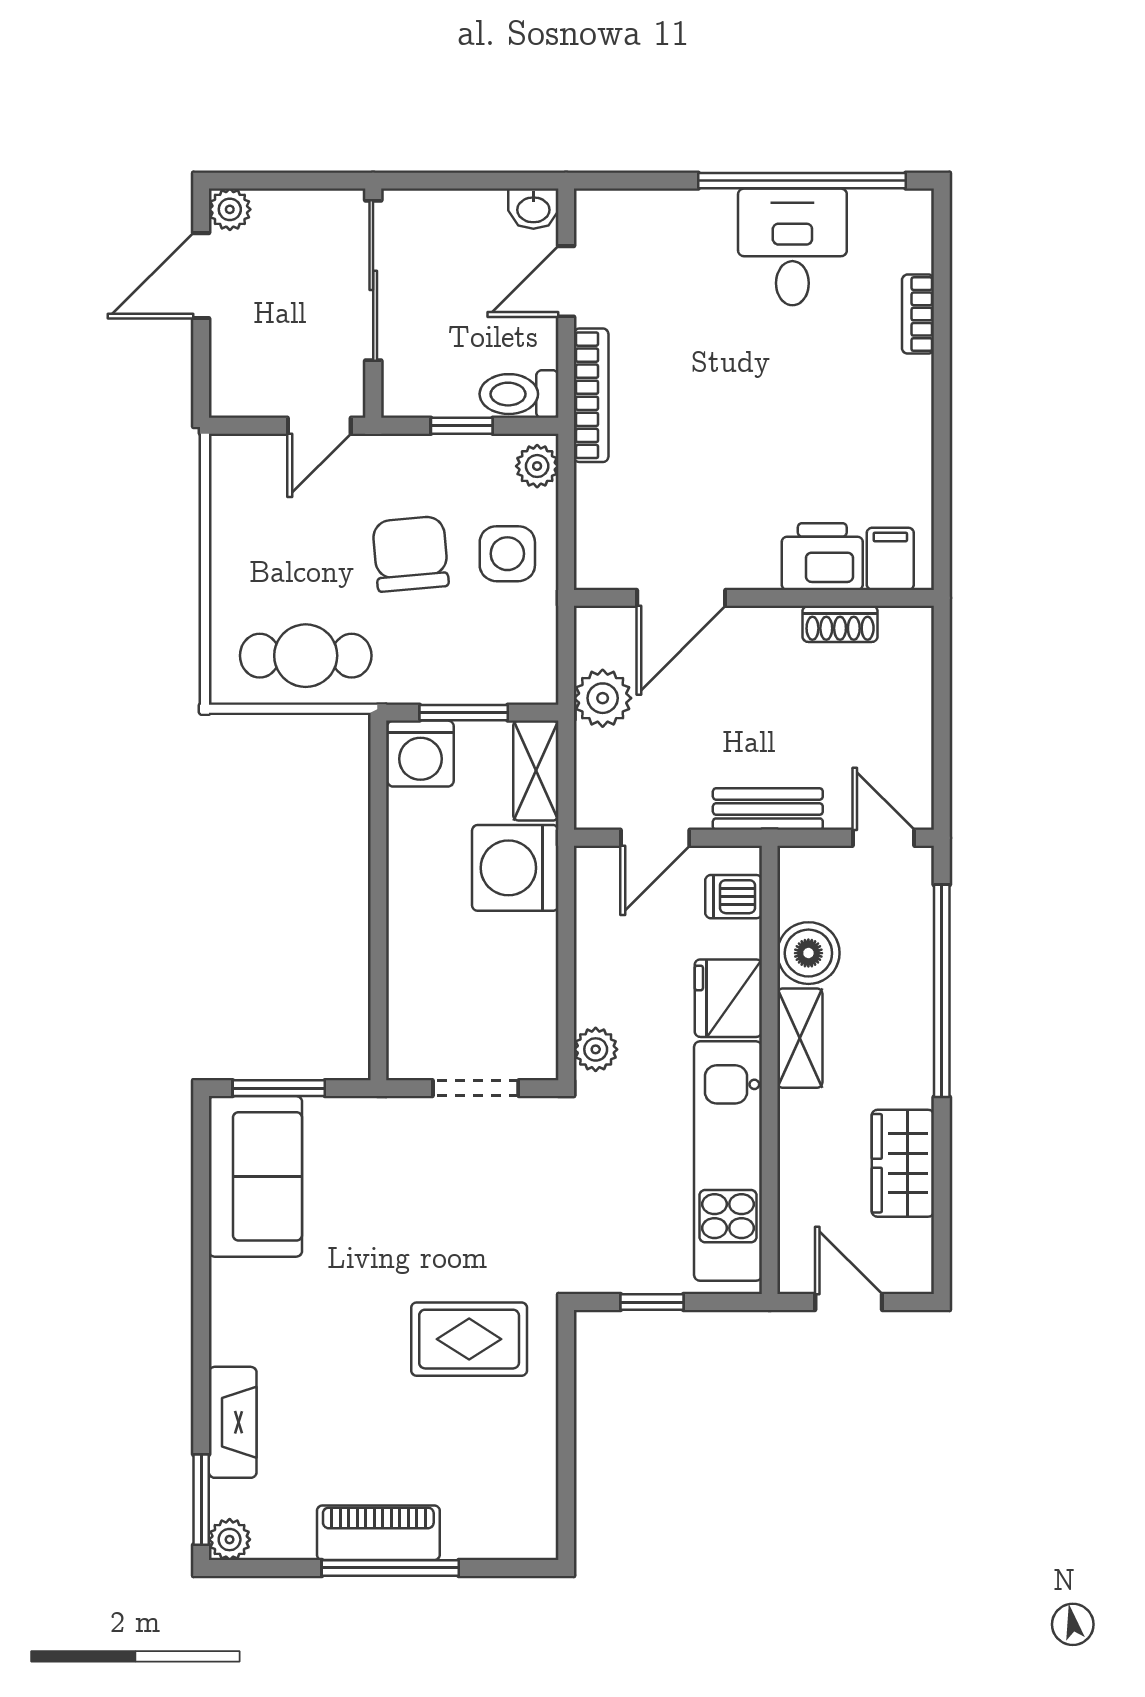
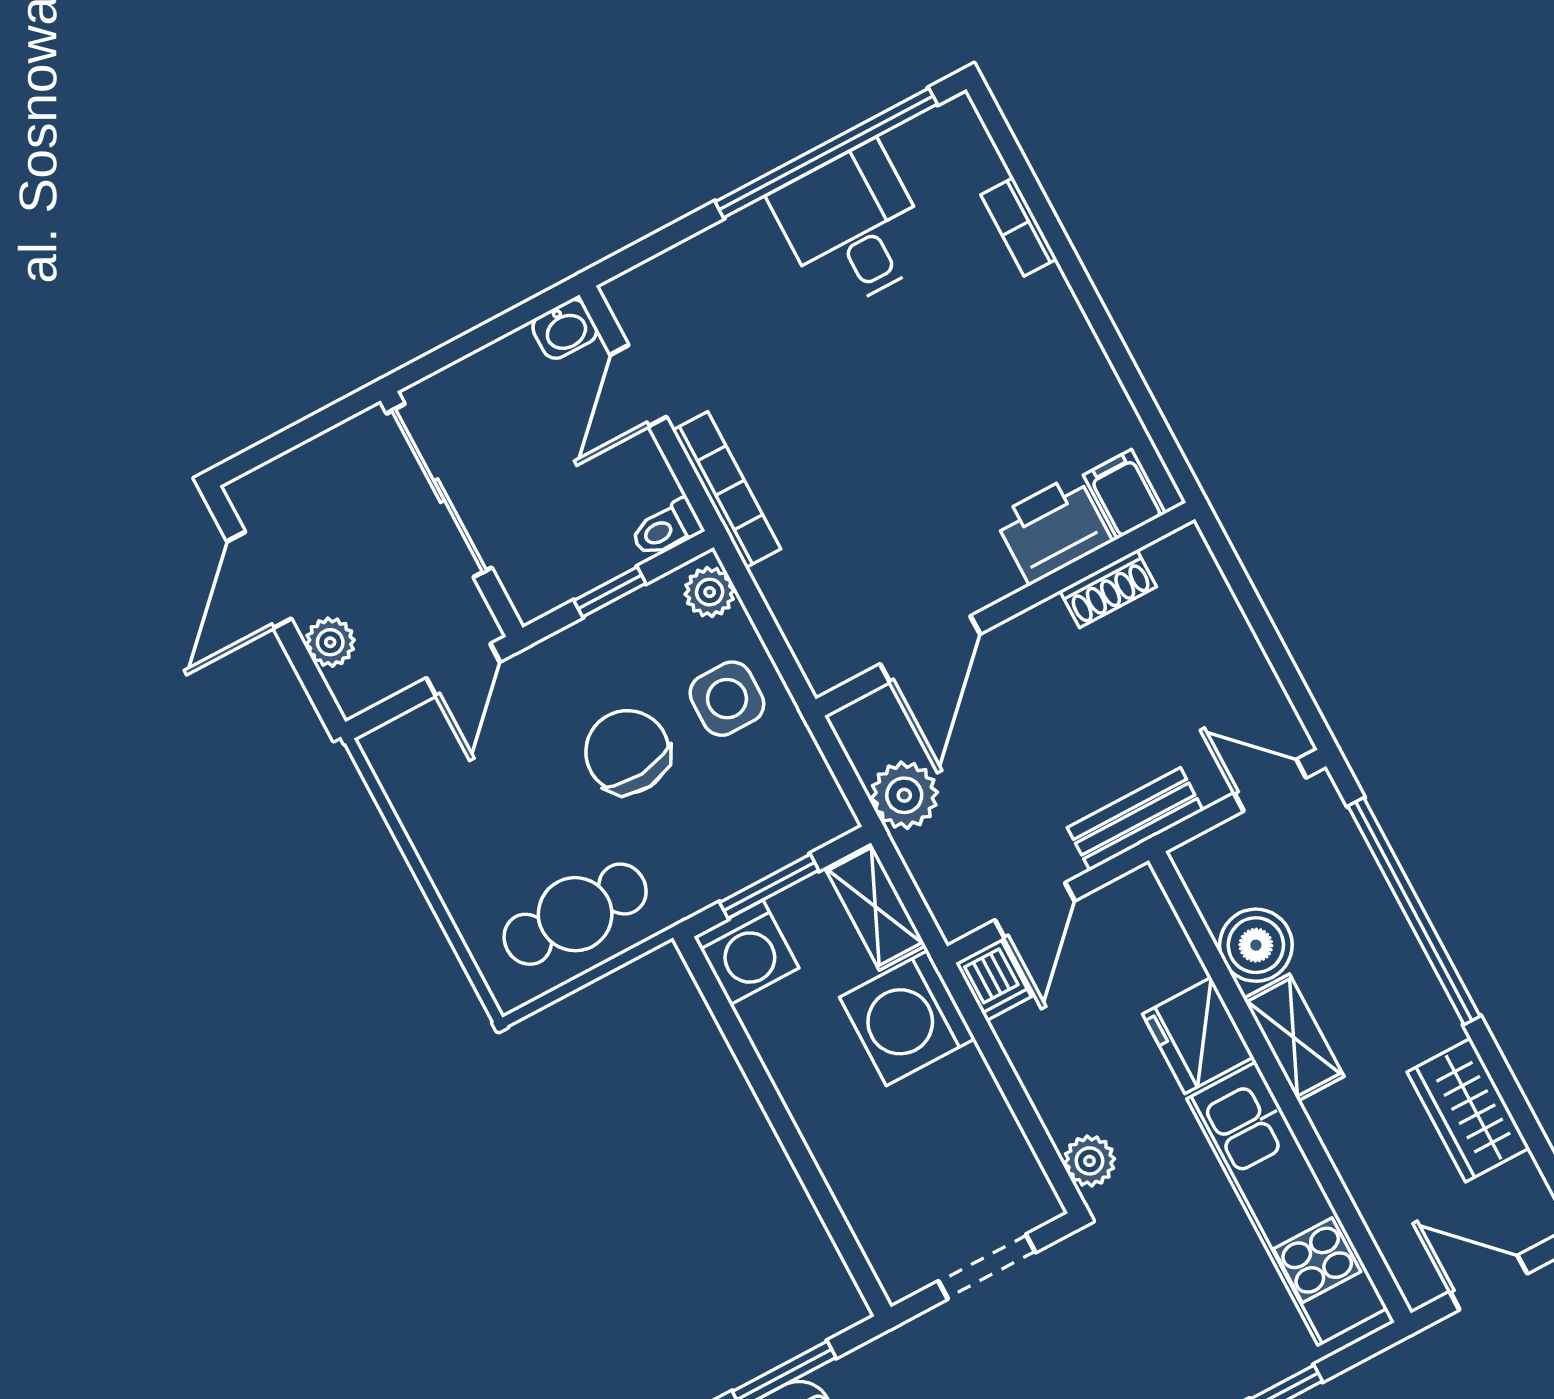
plant: (230, 209) -> (330, 642), moved
toilet: (519, 394) -> (666, 528), width x0.73, depth x0.72
dishwasher: (734, 897) -> (994, 980), moved, turned -90

